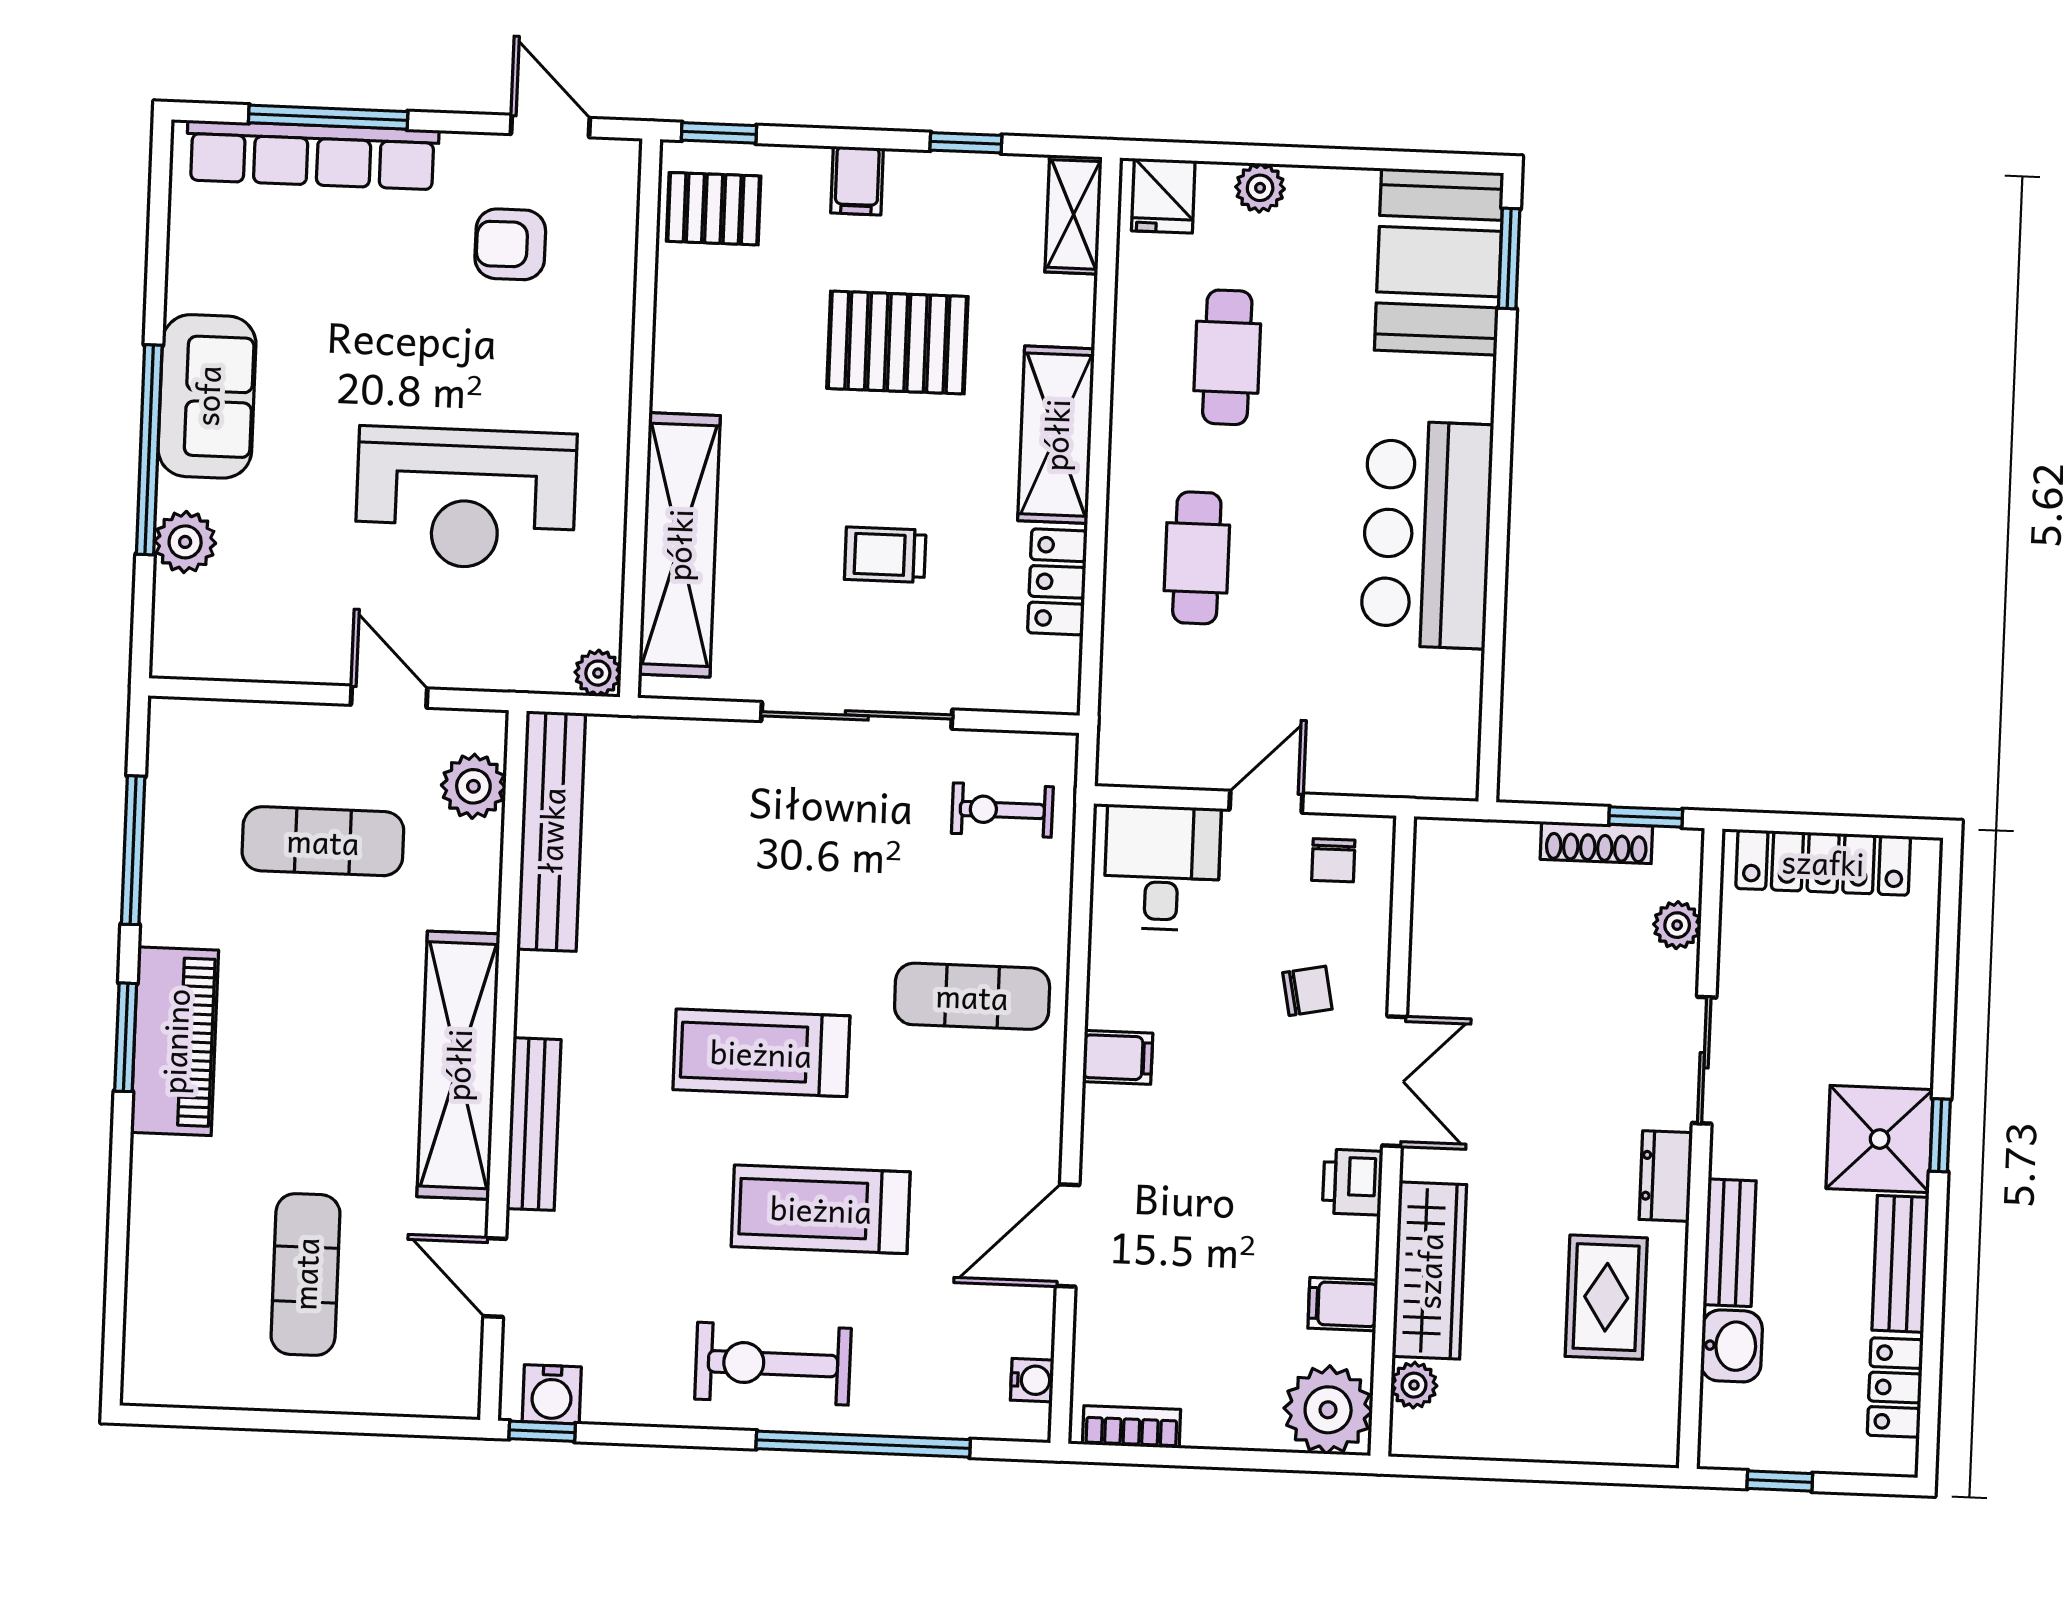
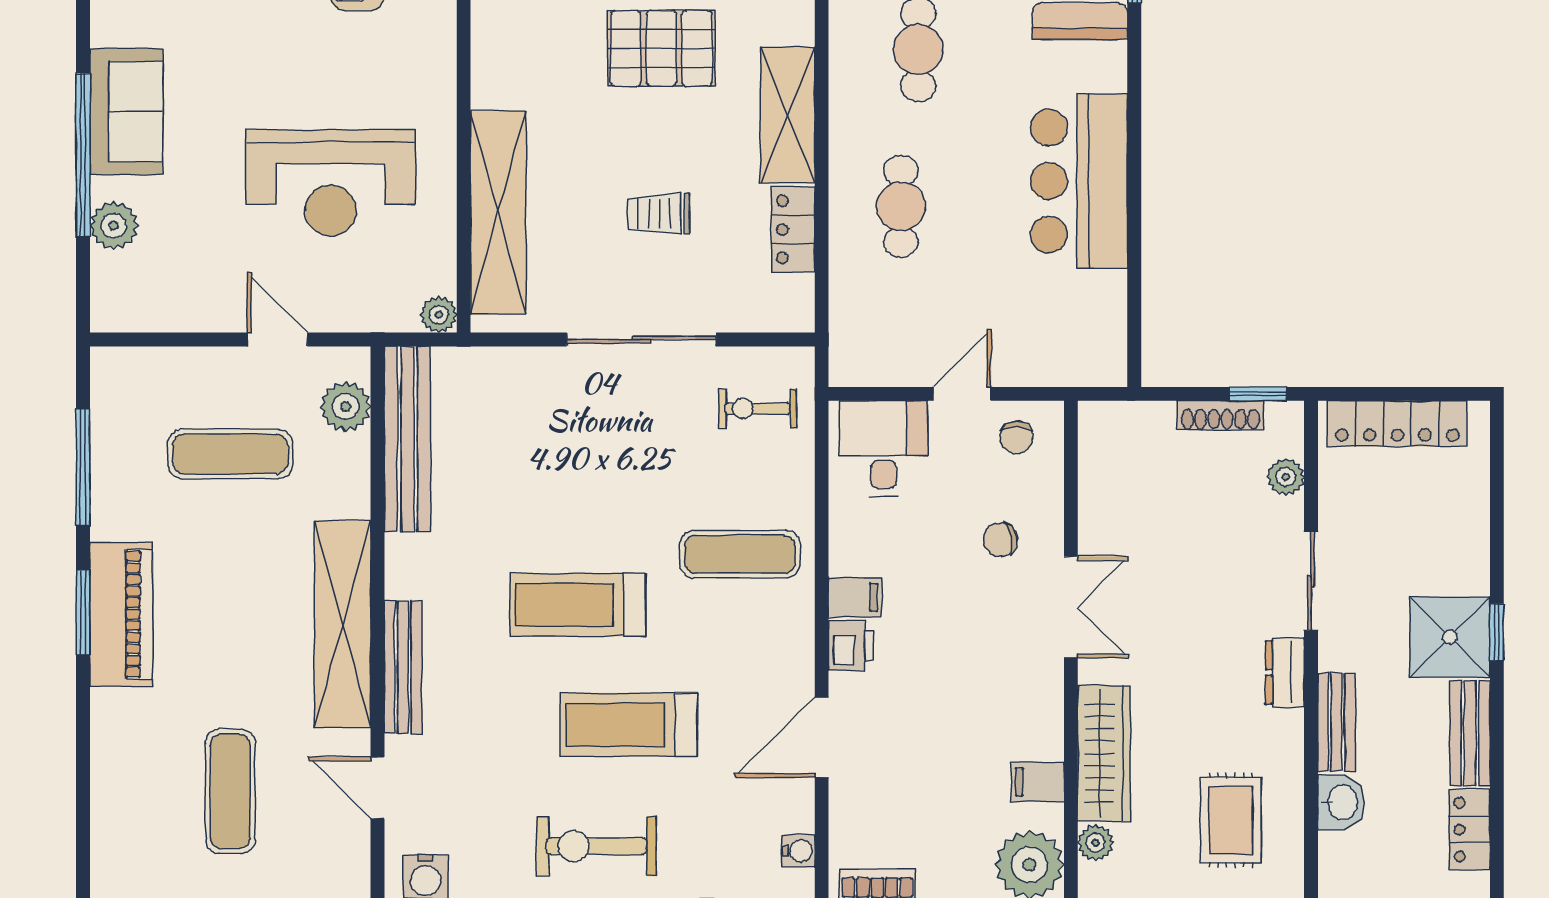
chair: (1307, 991) -> (1000, 540), turned 180
printer: (1353, 1182) -> (851, 646), moved, turned 180
rug: (1606, 1297) -> (1231, 820), moved

